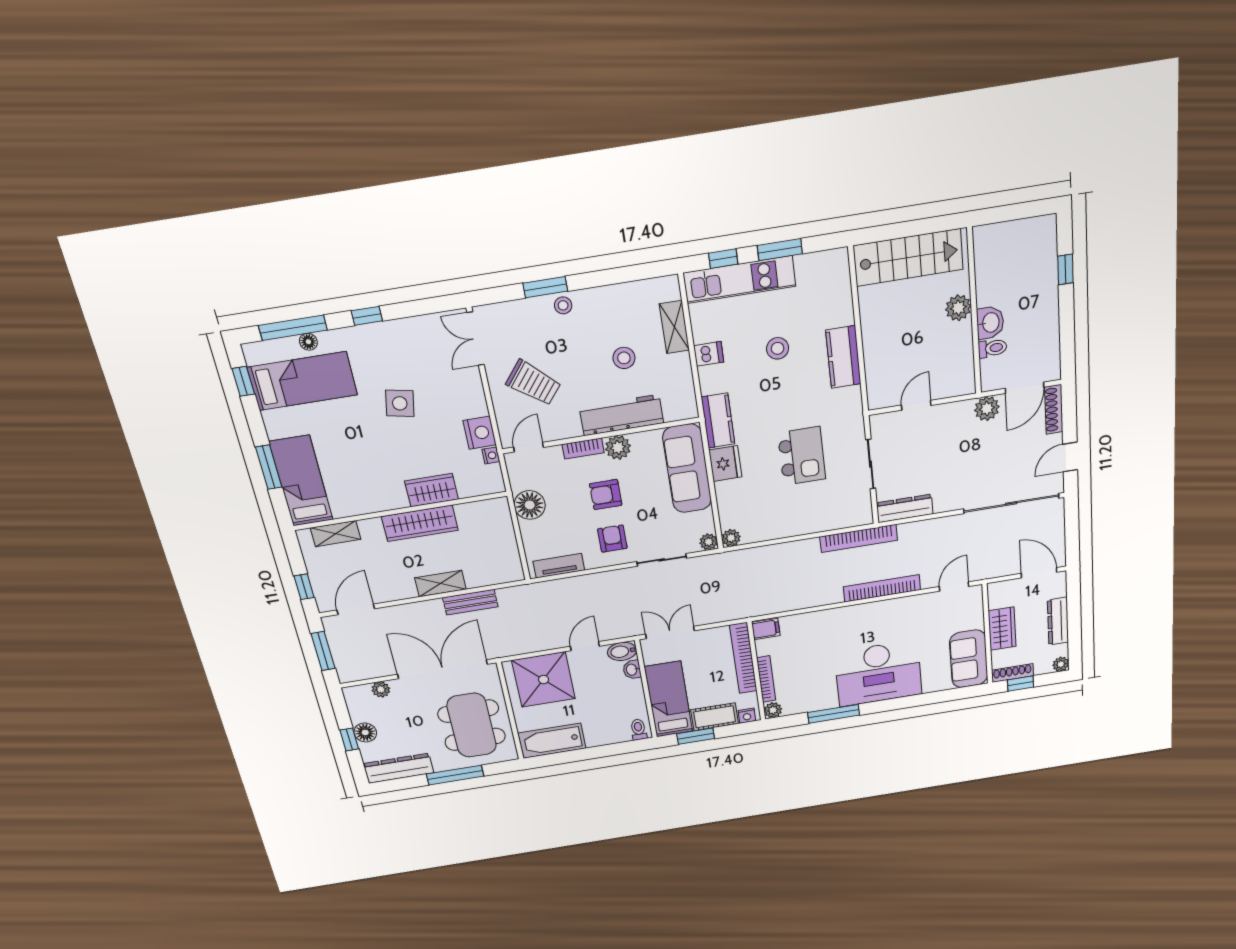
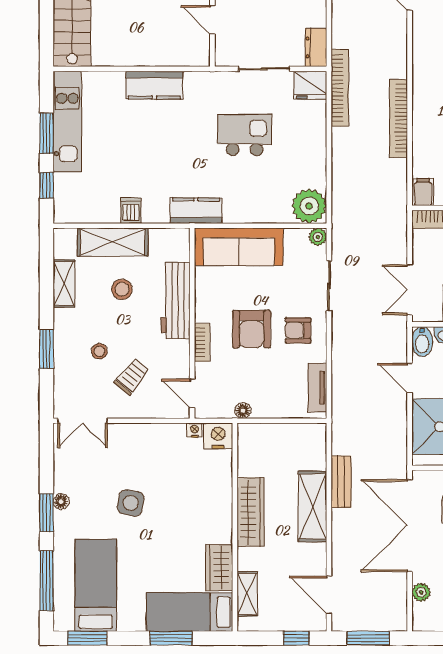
kitchen unit: (739, 280) -> (67, 121), moved
shelving: (620, 295) -> (64, 284), added
stool: (563, 305) -> (99, 351), moved
window: (367, 316) -> (47, 513), width x1.50
shelving: (674, 327) -> (113, 242), width x1.50, depth x1.33
floor lamp: (308, 342) -> (61, 502), moved
stool: (778, 348) -> (136, 146), removed
window: (243, 381) -> (87, 638), width x1.50
trolley: (534, 383) -> (132, 377), width x0.73, depth x0.72
nightstand: (480, 433) -> (218, 436), moved
plant: (618, 448) -> (207, 309), removed
fridge: (725, 464) -> (310, 85), moved, turned 180
wardrobe: (432, 490) -> (219, 568), moved
armchair: (606, 494) -> (252, 329), width x1.38, depth x1.38
floor lamp: (530, 505) -> (243, 411), width x0.53, depth x0.53
dresser: (905, 508) -> (316, 47), width x0.70
plant: (731, 538) -> (309, 206), width x1.88, depth x1.88
shelving: (440, 584) -> (313, 506), width x1.50, depth x1.33
bookcase: (882, 588) -> (399, 118), moved

